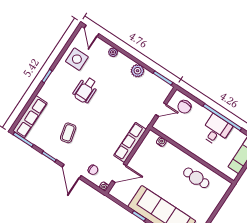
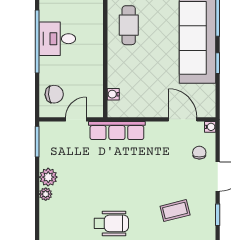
plant: (113, 52) -> (46, 194), moved
door: (161, 110) -> (76, 119), hinge flipped
row of seats: (130, 142) -> (117, 131), moved

